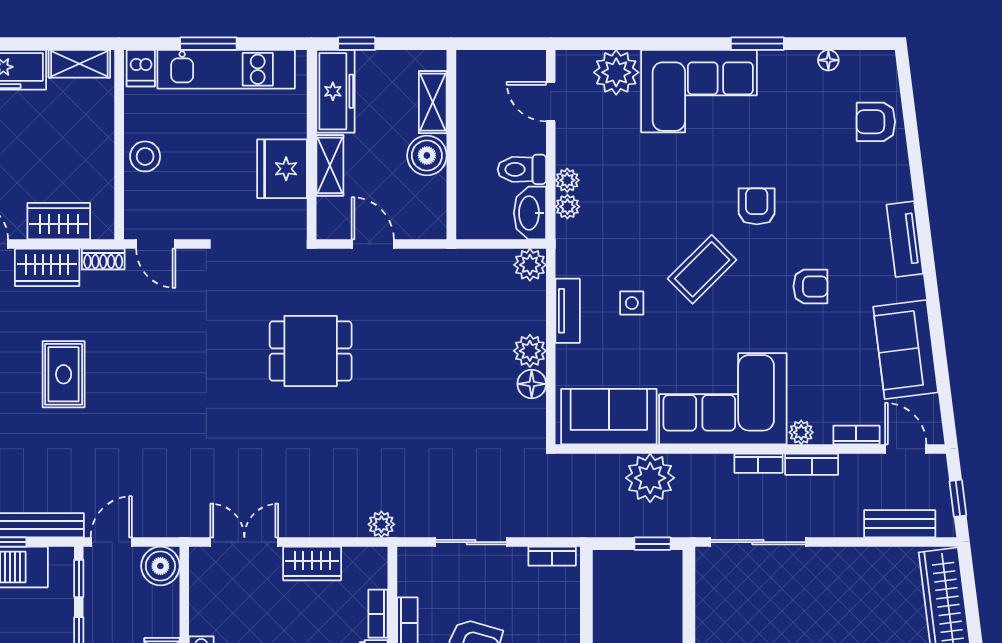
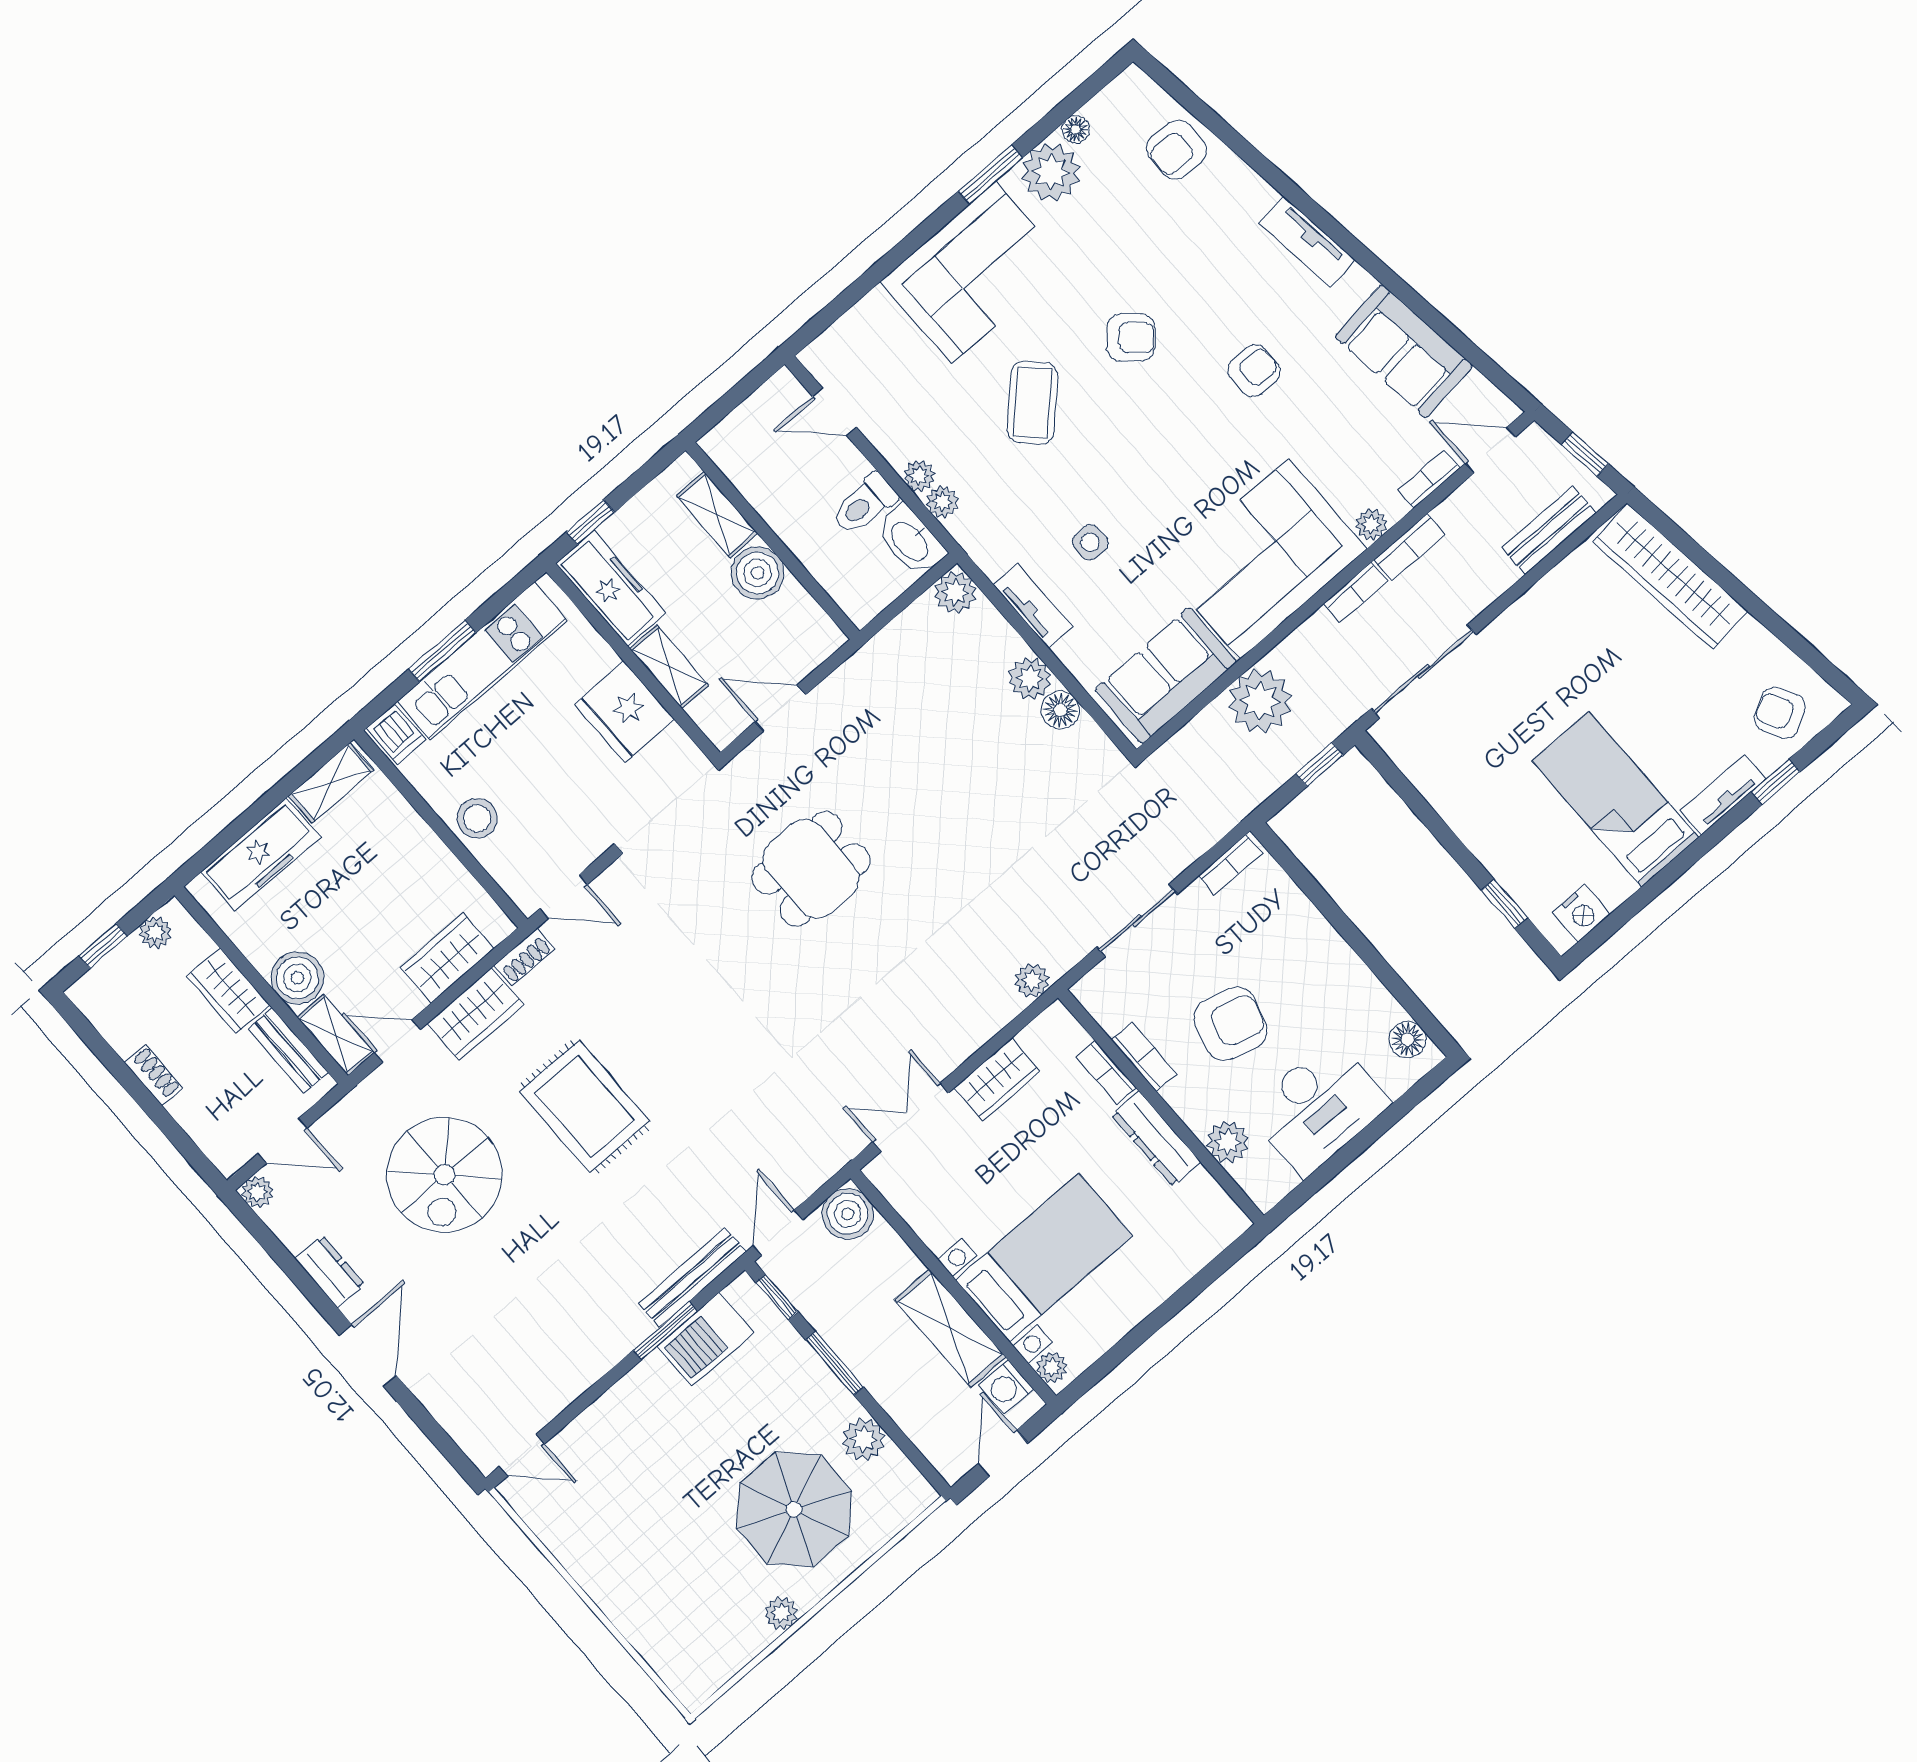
plant: (616, 72) -> (1051, 172), moved
armchair: (757, 206) -> (1131, 337), turned 131
coffee table: (702, 269) -> (1032, 403), moved
rug: (64, 374) -> (585, 1107), width x1.36, depth x1.43

